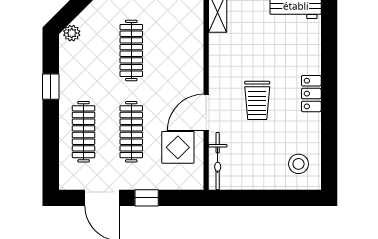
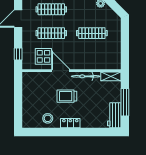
bicycle: (218, 161) -> (86, 76), moved
stool: (299, 164) -> (48, 118), moved
window: (147, 198) -> (18, 54), moved

